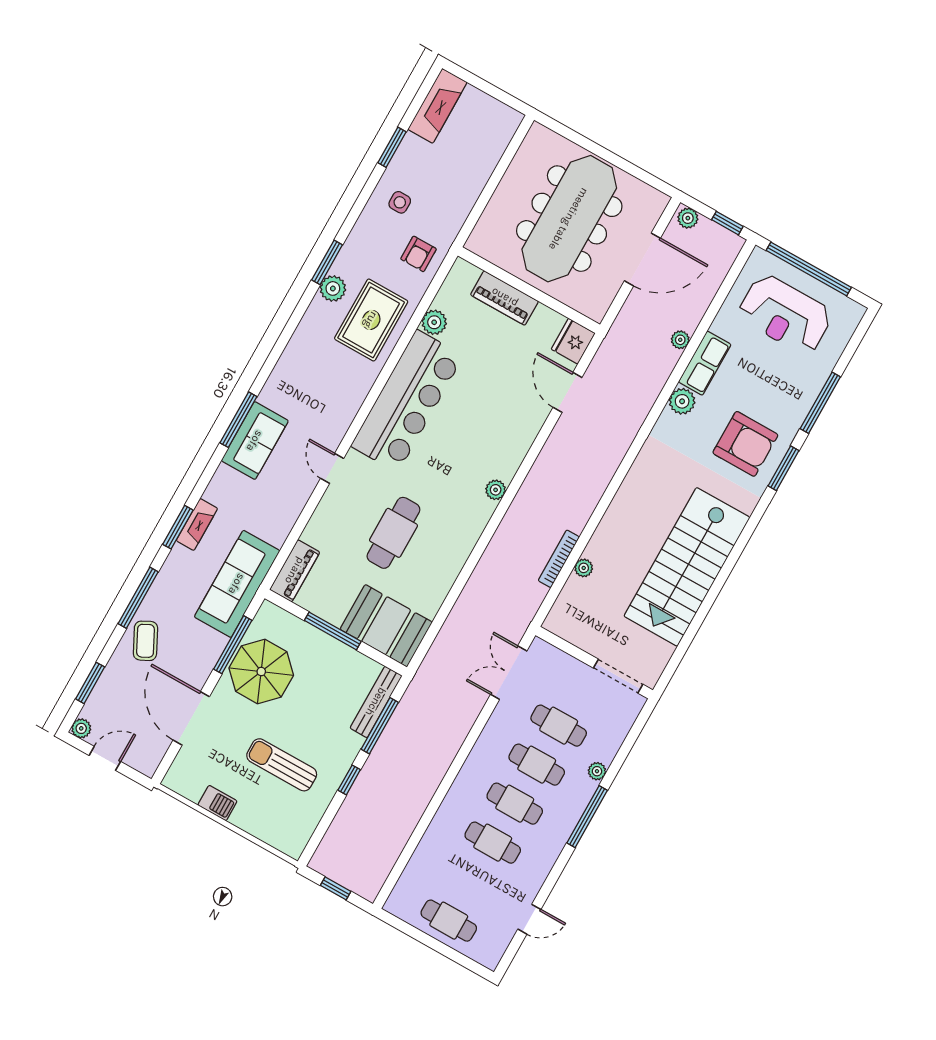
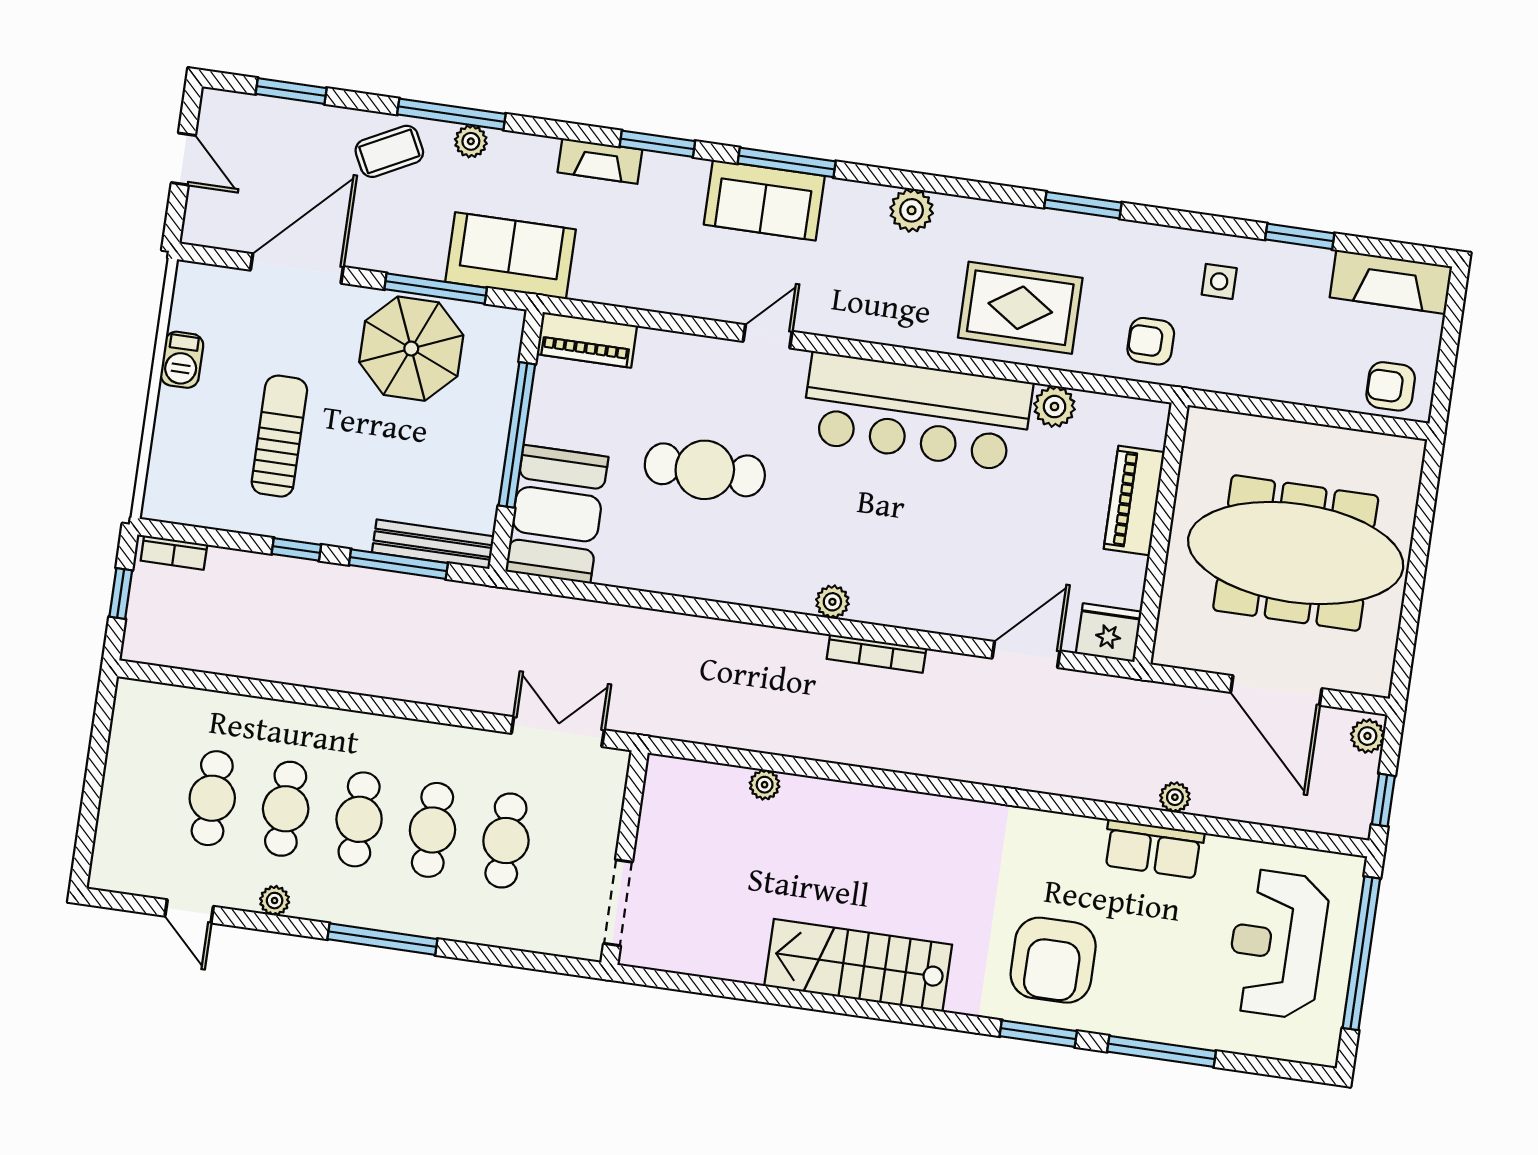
armchair: (496, 129) -> (1391, 386), added
plant: (333, 288) -> (912, 210), moved
plant: (682, 401) -> (1081, 837), removed
window: (178, 527) -> (657, 144), moved
bookcase: (559, 559) -> (876, 654), moved, turned 180
stairs: (687, 567) -> (858, 965), width x0.73, depth x0.66
sofa: (237, 584) -> (511, 256), width x0.73
window: (333, 631) -> (517, 435), width x1.46
plant: (81, 728) -> (471, 141), moved
plant: (597, 771) -> (275, 901), moved
bookcase: (324, 850) -> (174, 553), added
cafe table: (449, 921) -> (212, 798), moved

